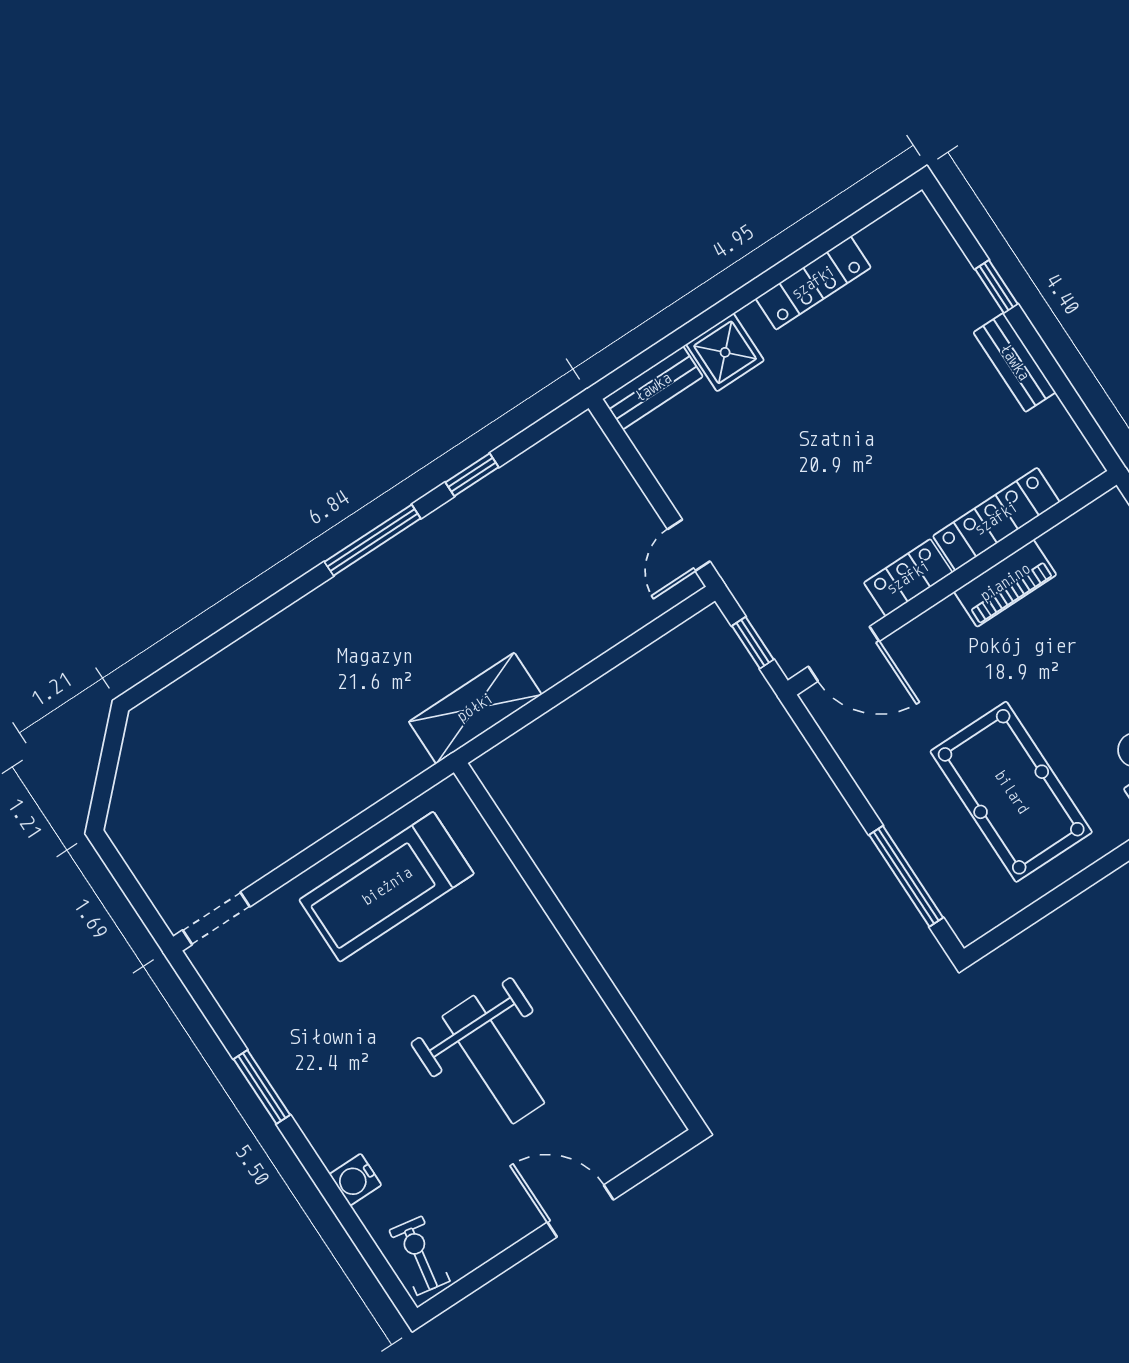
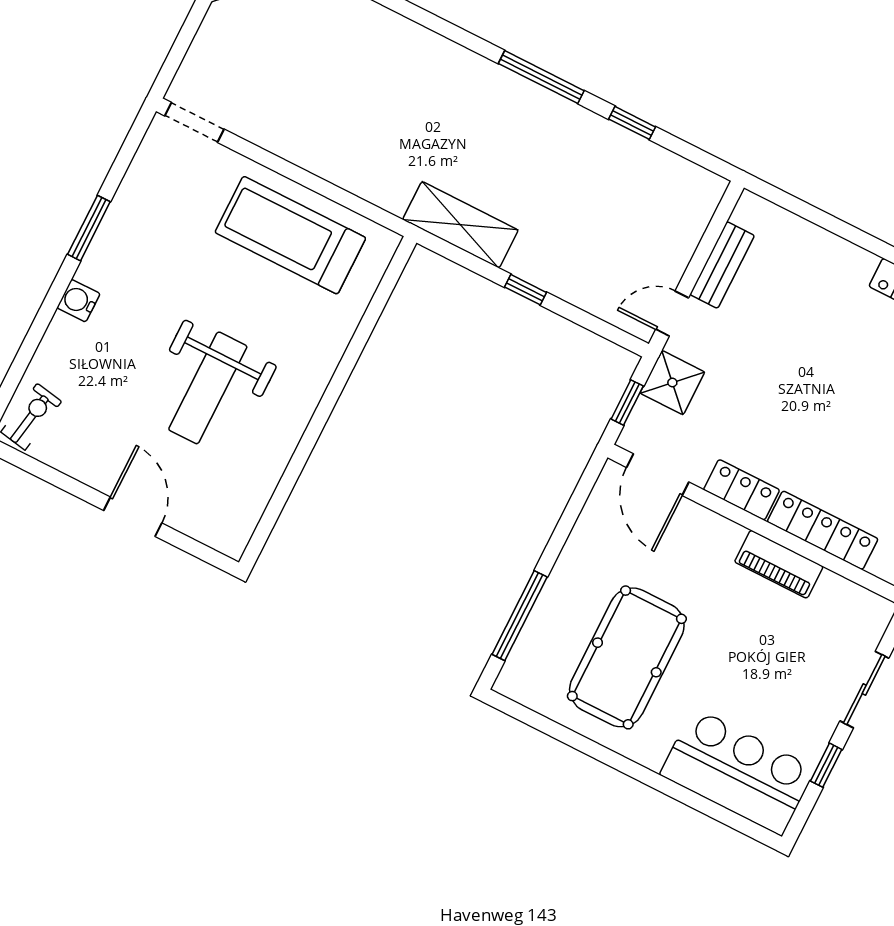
shower: (725, 352) -> (672, 383), moved
bench: (653, 388) -> (722, 265), moved, turned 90
window: (579, 680) -> (525, 290), added
water cooler: (355, 1180) -> (78, 301), moved

